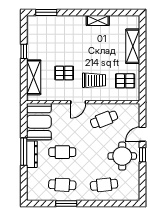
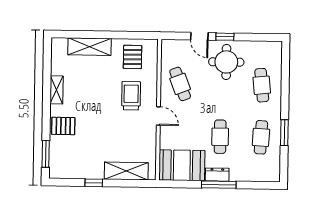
pallet: (64, 73) -> (63, 126), moved, turned 90
dresser: (32, 154) -> (217, 175), width x0.70

